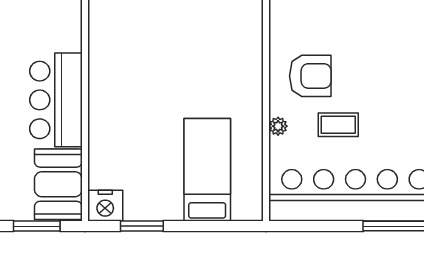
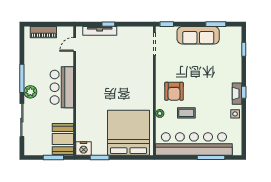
armchair: (310, 76) -> (174, 91), turned 90
bar counter: (56, 100) -> (62, 87), moved
bed: (207, 170) -> (128, 133), width x2.04

